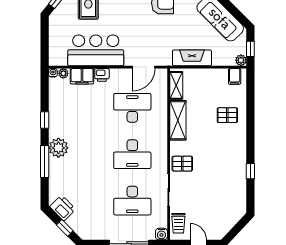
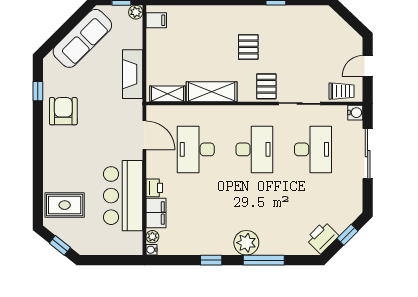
pallet: (227, 115) -> (248, 47), moved

